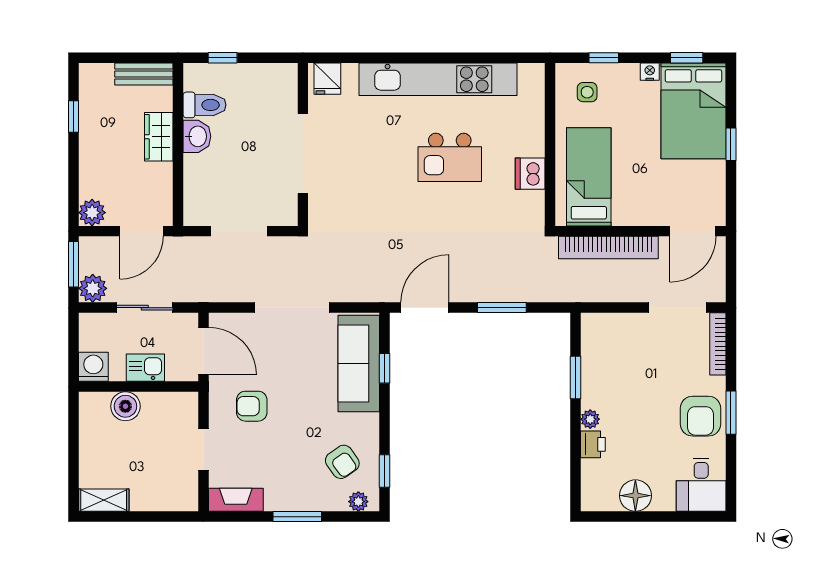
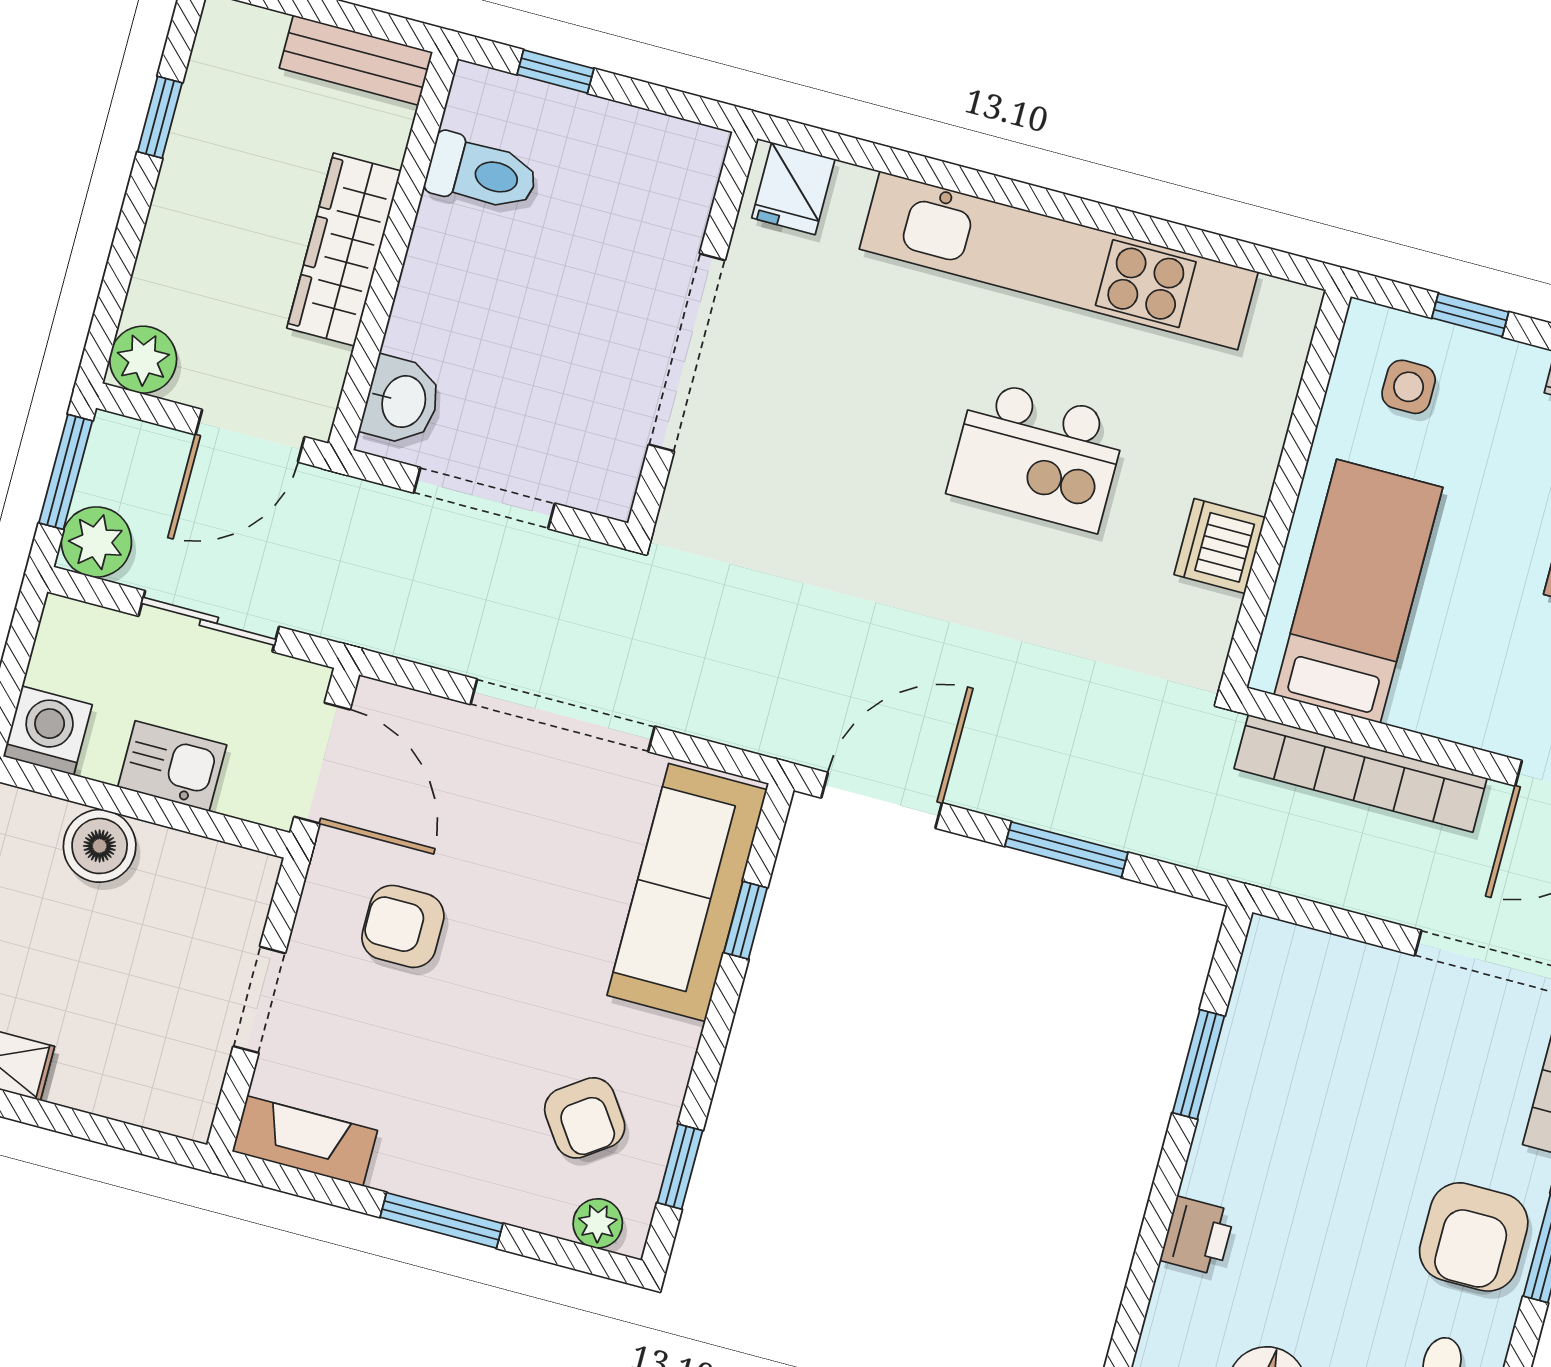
washbasin: (197, 136) -> (402, 401), moved
wardrobe: (159, 137) -> (344, 249), width x1.50
plant: (590, 419) -> (1207, 1174), removed

